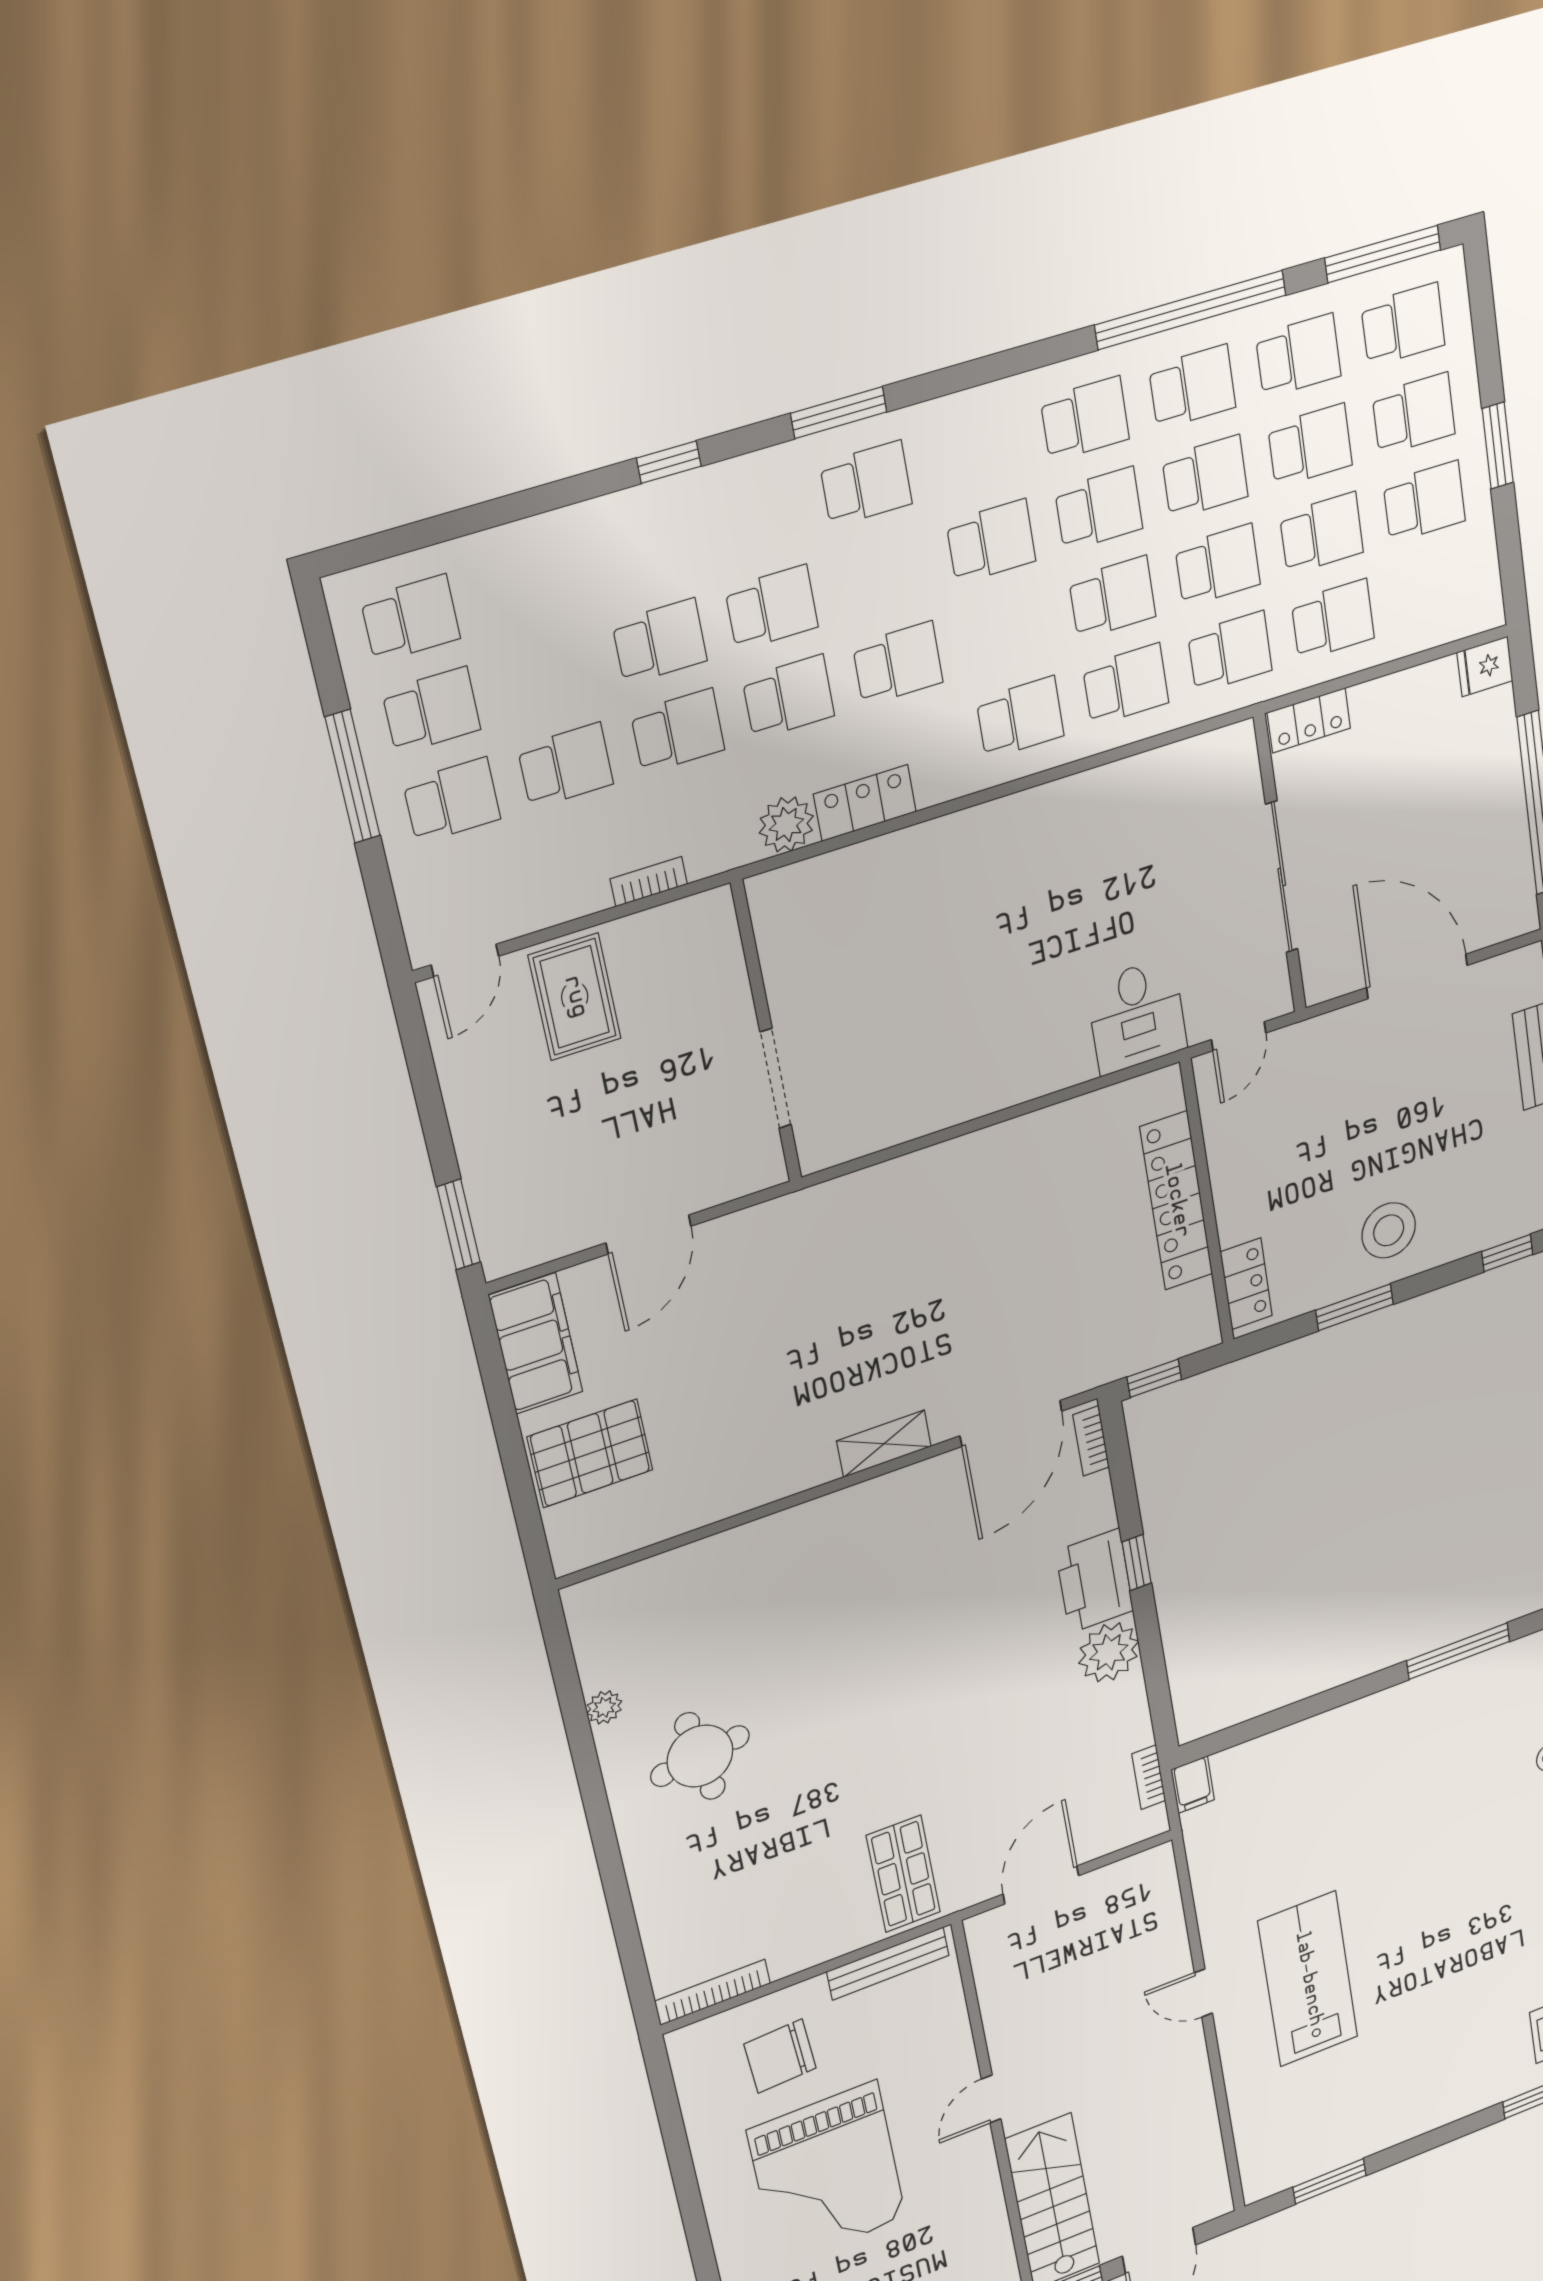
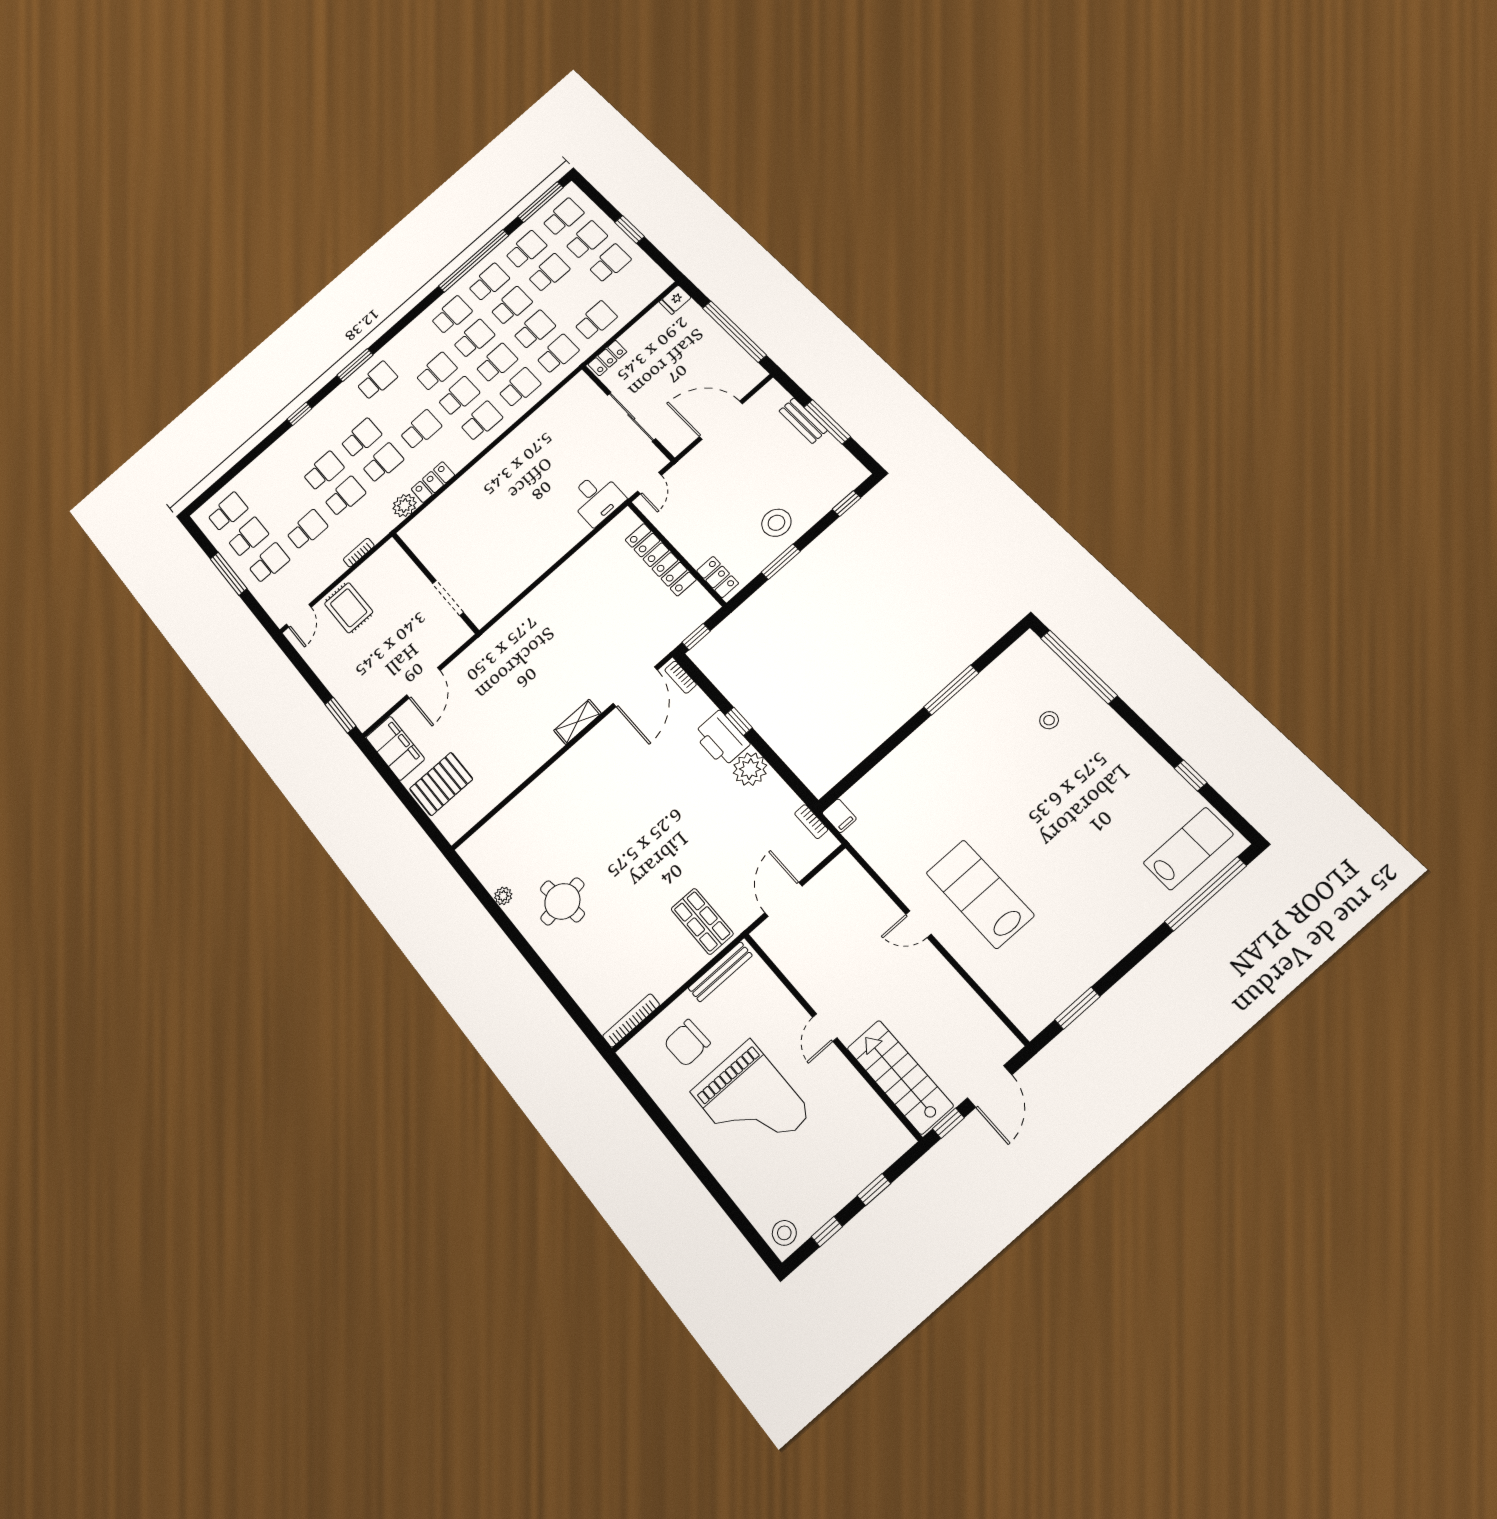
school desk: (1322, 533) -> (459, 396), moved

